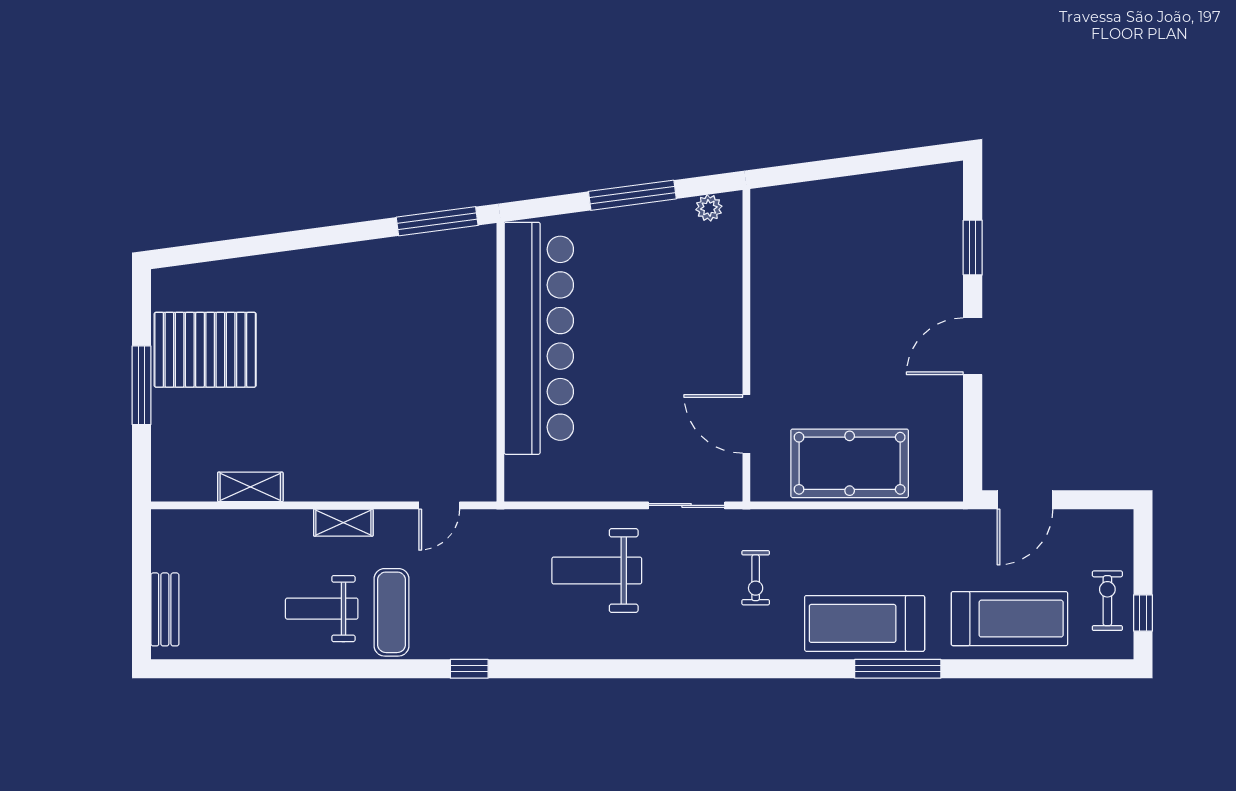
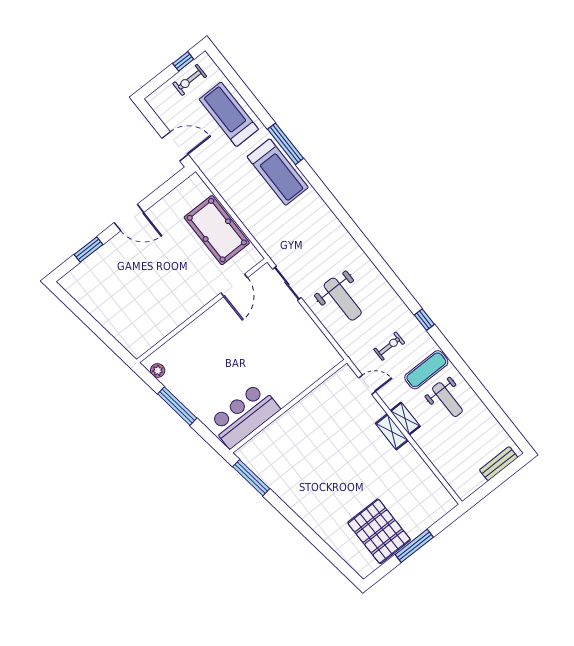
bar counter: (539, 338) -> (244, 415), width x0.54
shelving: (250, 487) -> (392, 432), moved
exercise bike: (756, 578) -> (389, 346), moved

